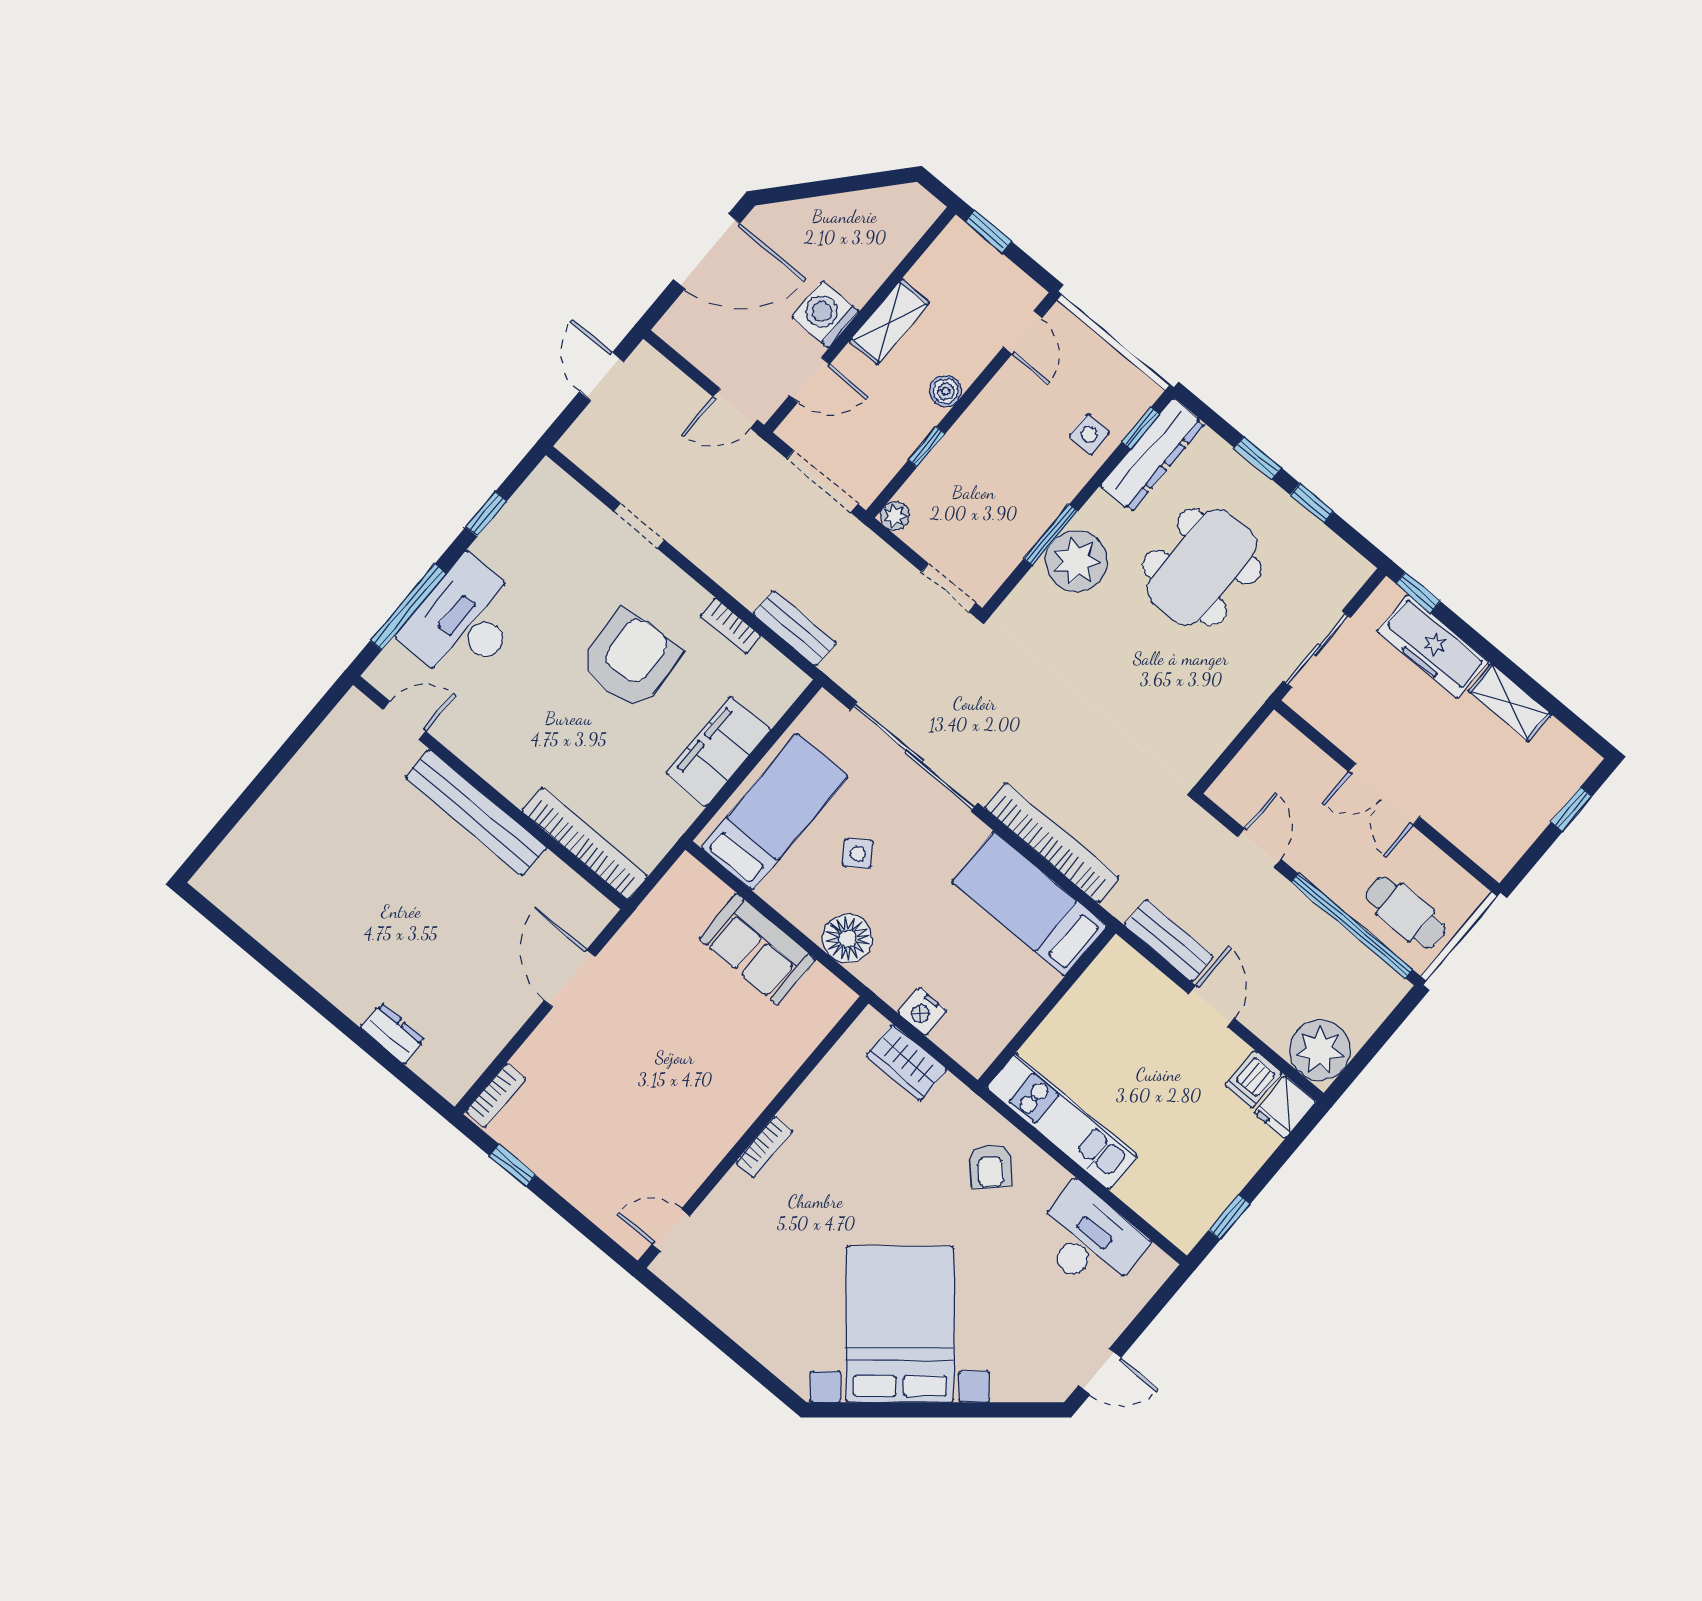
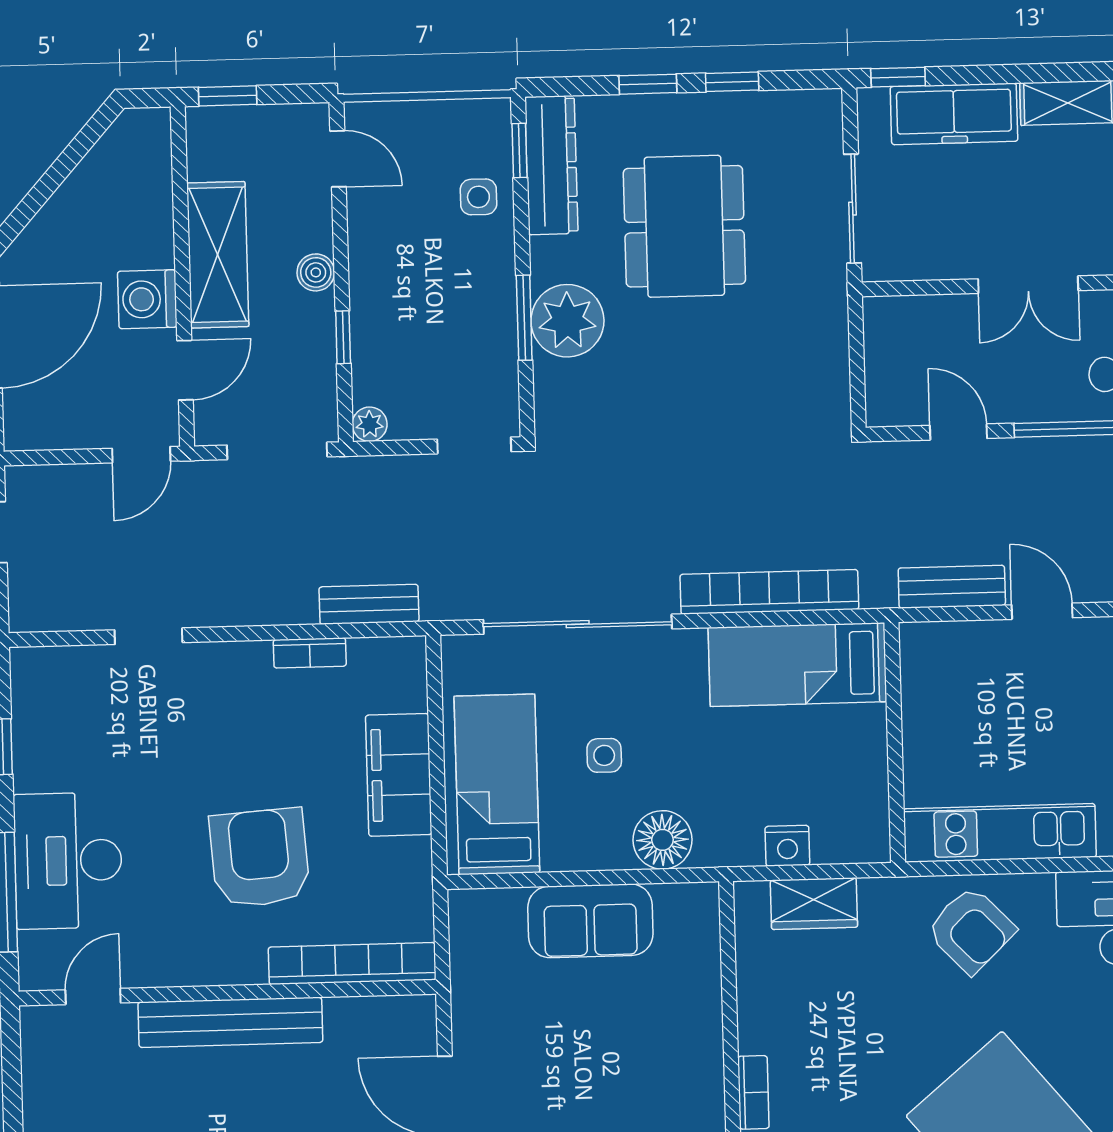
shelving: (889, 322) -> (218, 255), width x1.50, depth x1.33
armchair: (630, 659) -> (260, 858), moved
side table: (858, 853) -> (604, 755), turned 35
armchair: (990, 1166) -> (971, 930), width x1.38, depth x1.38

